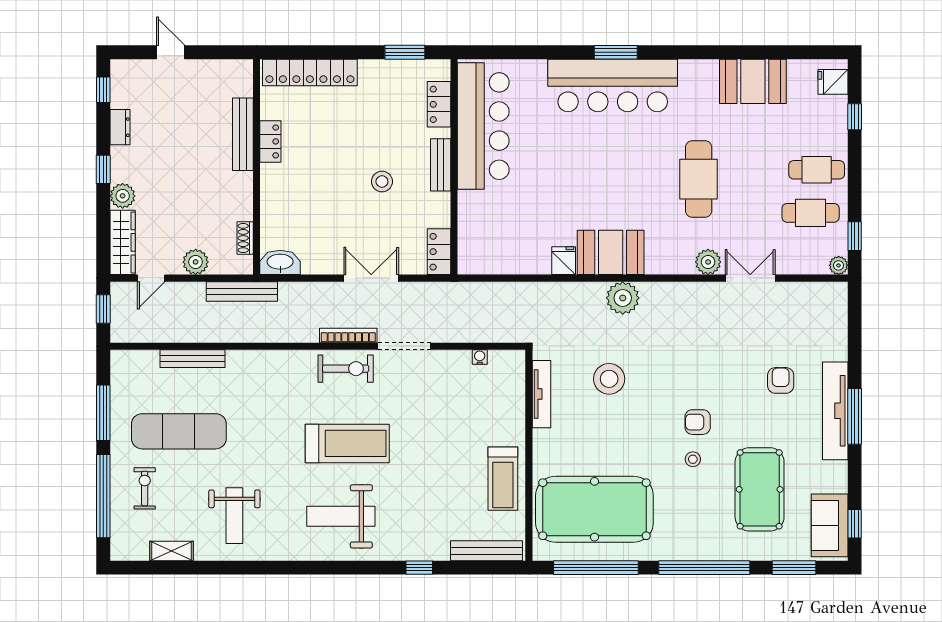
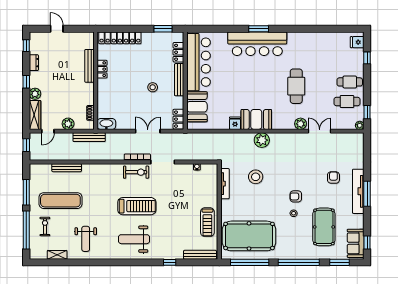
booth: (753, 81) -> (197, 107), moved, turned 90
bench: (441, 165) -> (179, 80), width x1.36

